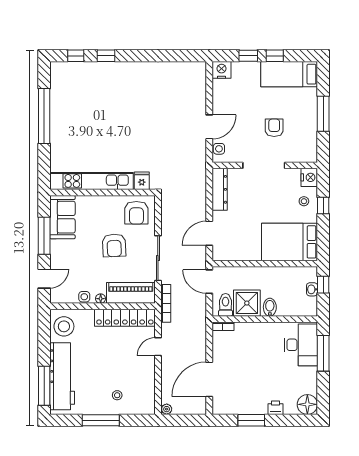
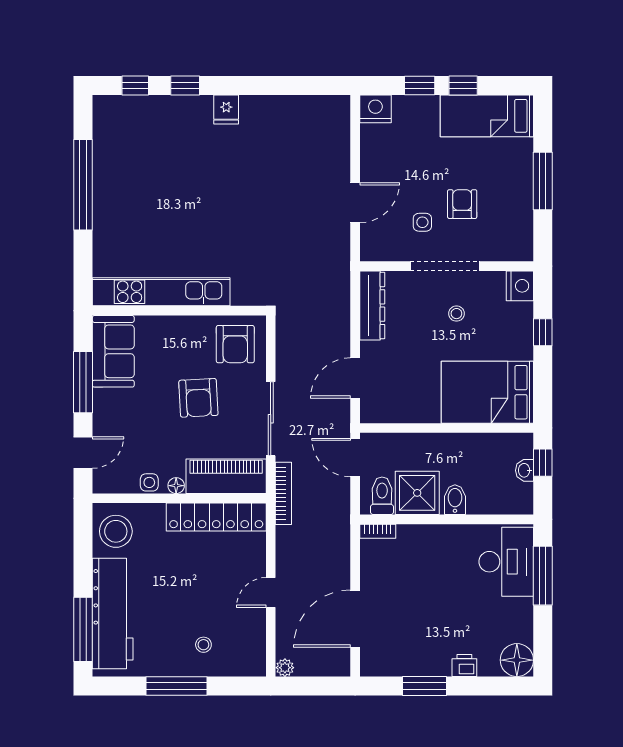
side table: (219, 149) -> (422, 222), moved
fridge: (142, 181) -> (226, 109), moved, turned 180
stool: (304, 201) -> (456, 314), moved
door: (158, 347) -> (271, 592), moved

